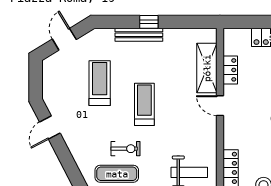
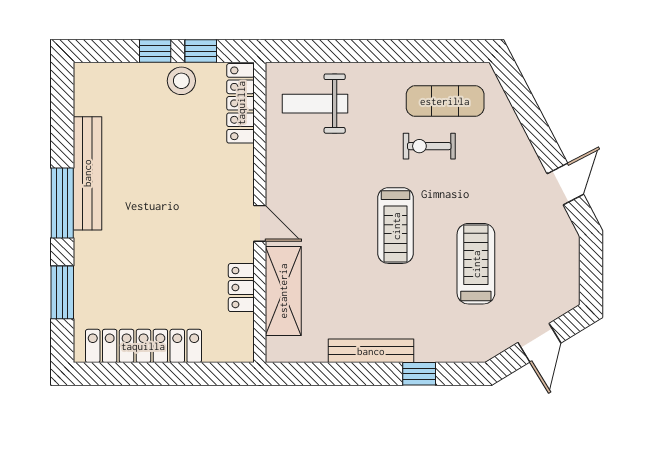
window: (149, 22) -> (419, 374), moved
bench: (139, 35) -> (371, 351), moved
treadmill: (100, 83) -> (476, 264), turned 180

